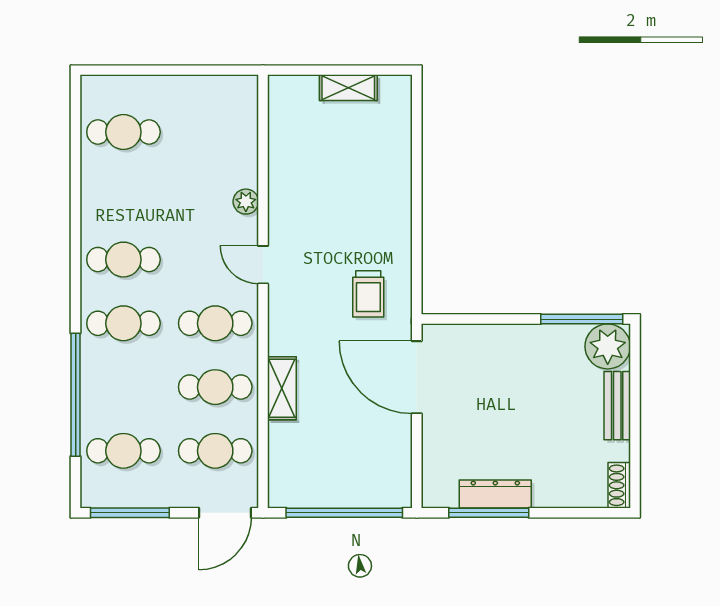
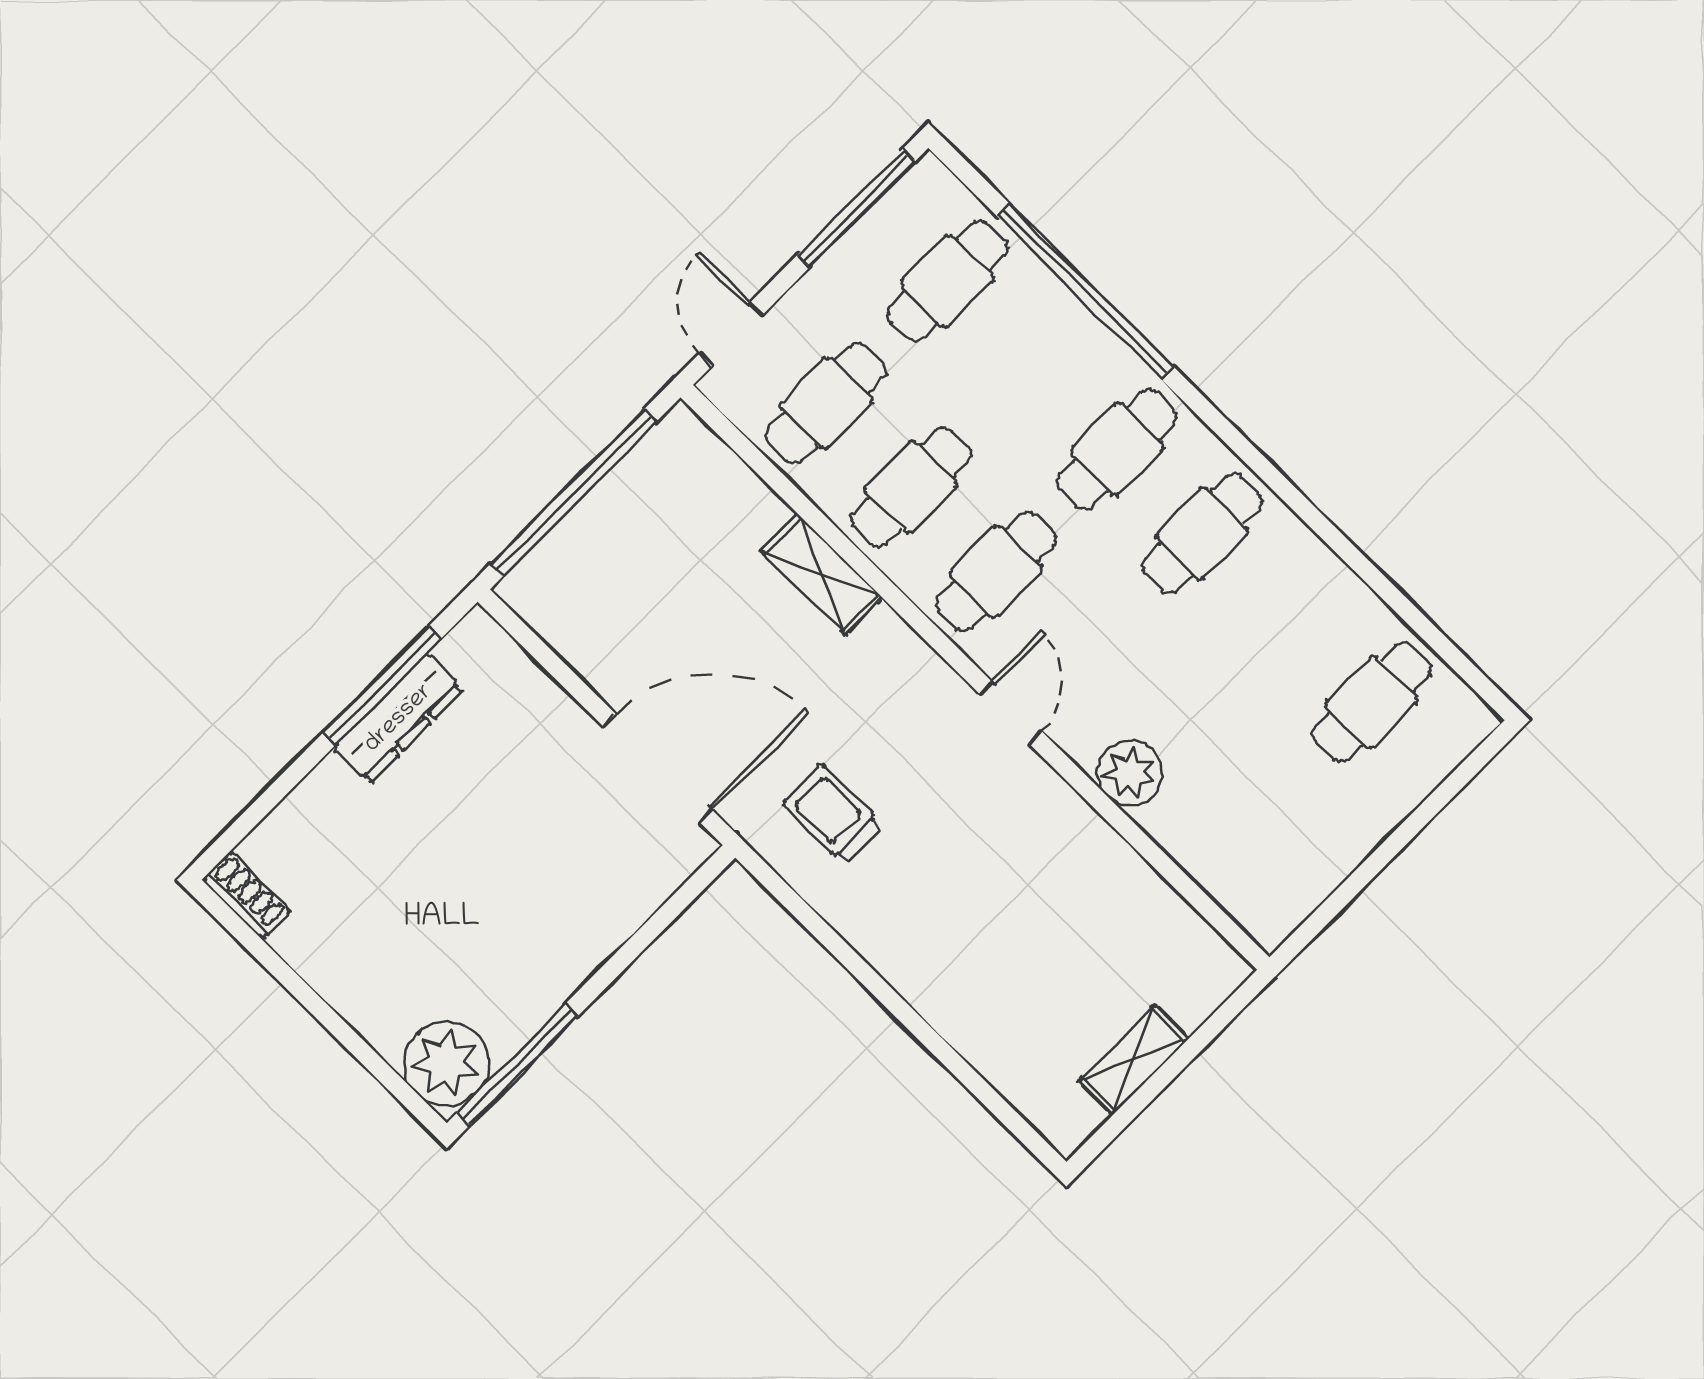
plant: (246, 202) -> (1130, 773), width x1.38, depth x1.38
door: (263, 265) -> (1010, 712), hinge flipped
bench: (617, 406) -> (355, 998), removed
door: (225, 513) -> (731, 334), width x0.73

